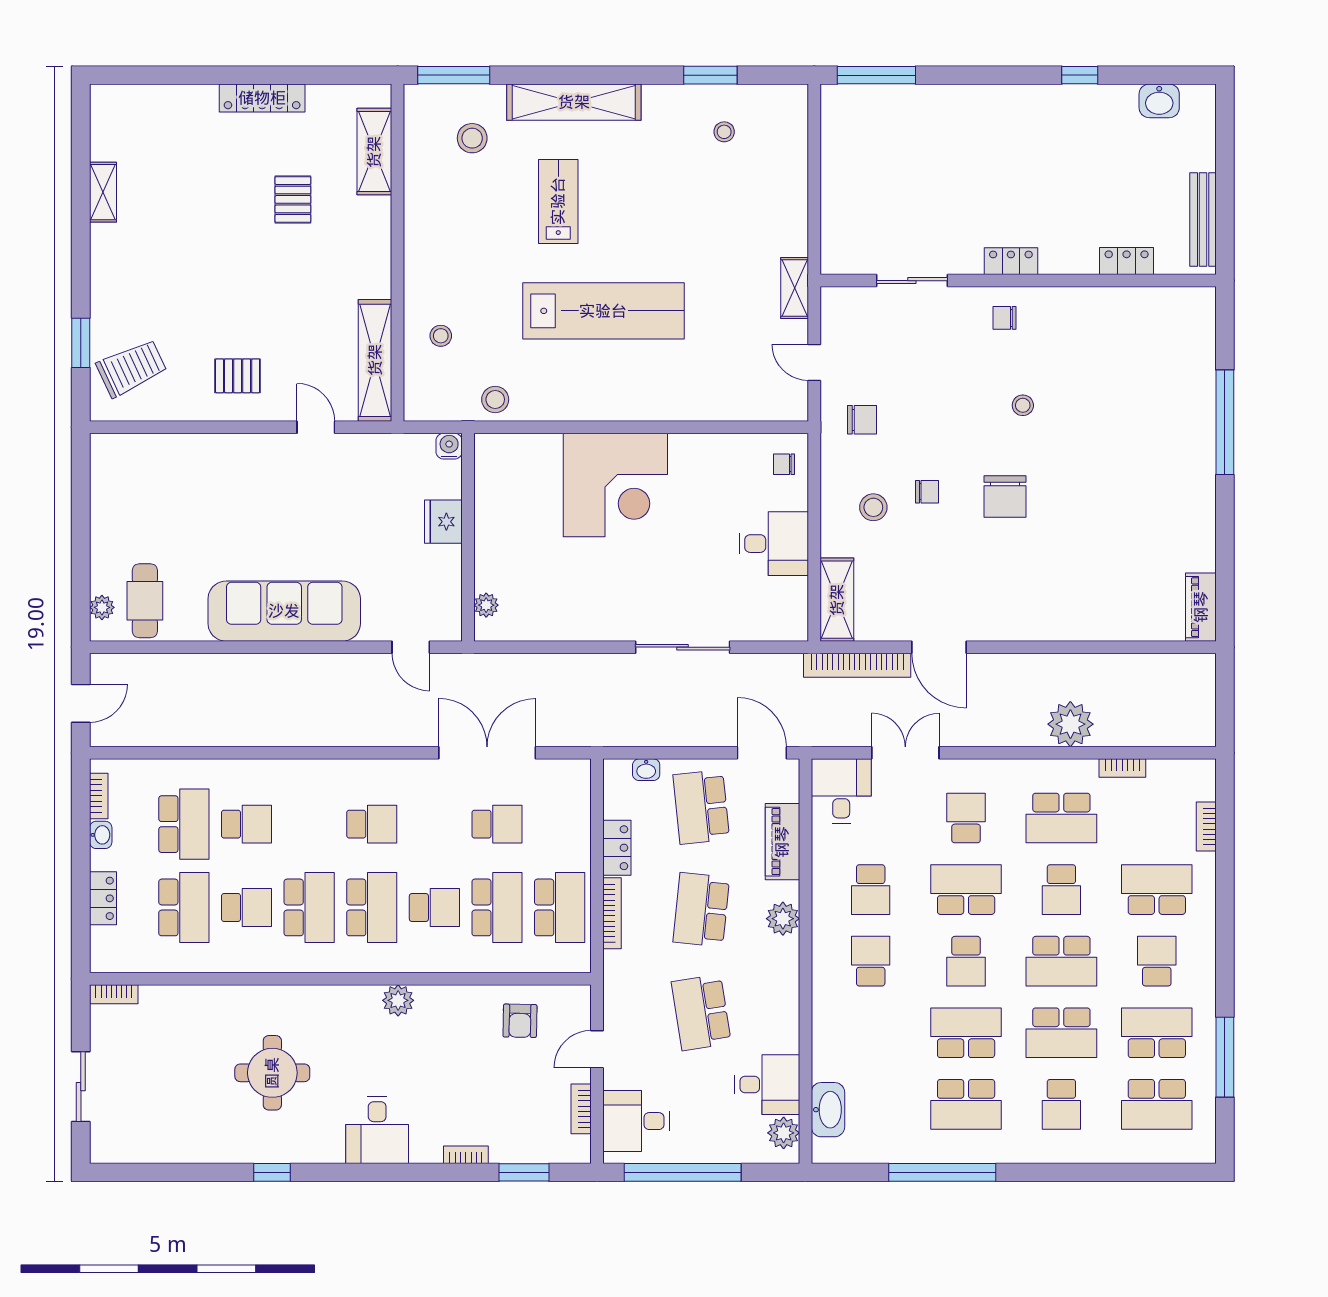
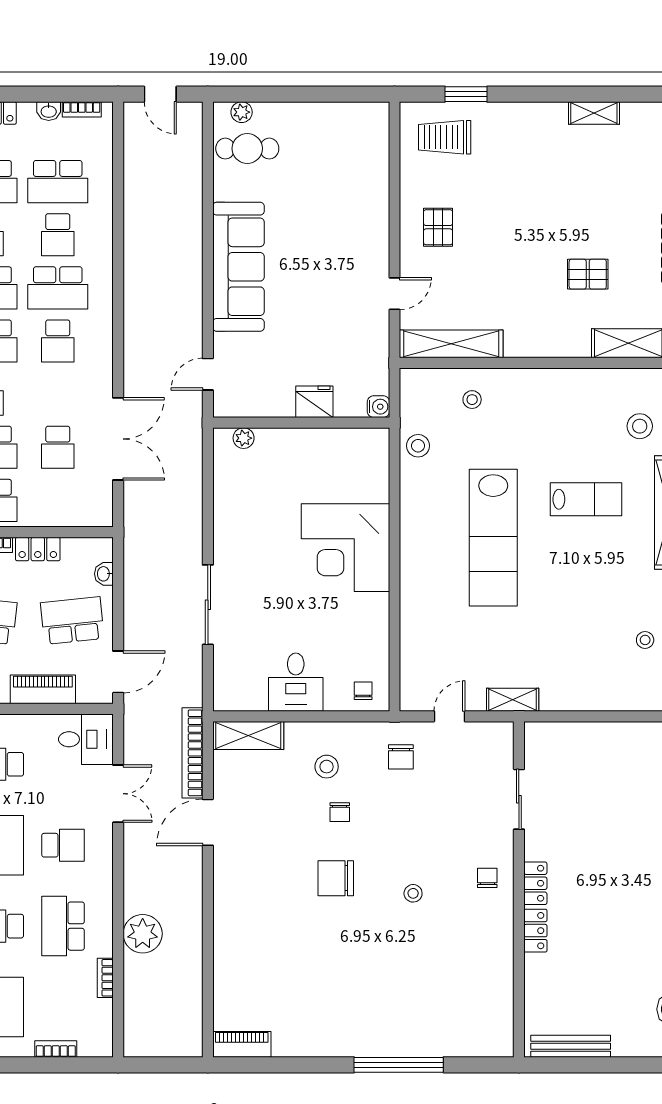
locker: (1127, 261) -> (535, 931), moved
trolley: (132, 368) -> (445, 137), turned 115
school desk: (309, 824) -> (58, 288), added

